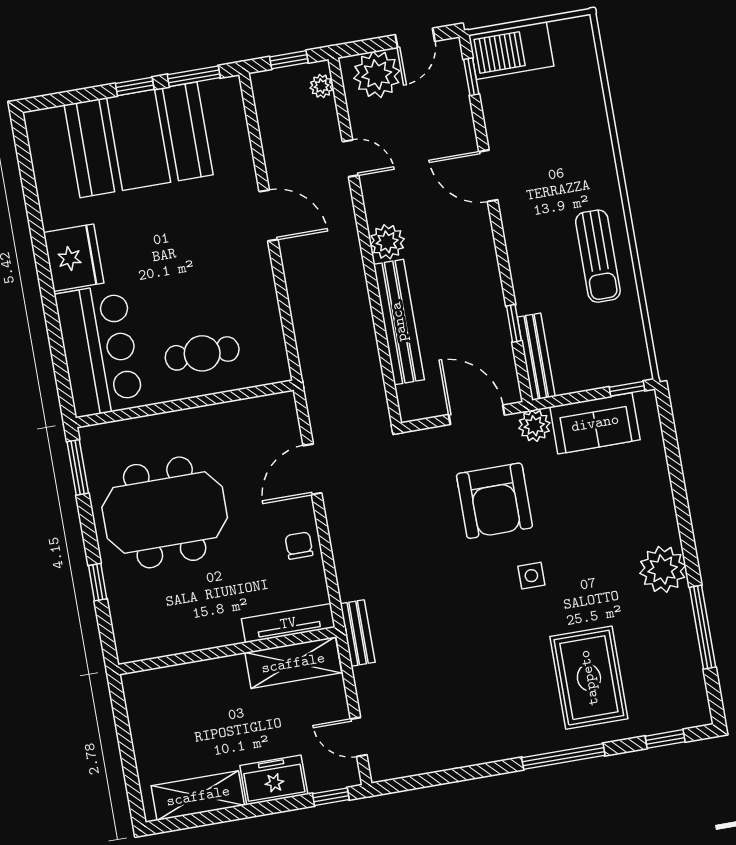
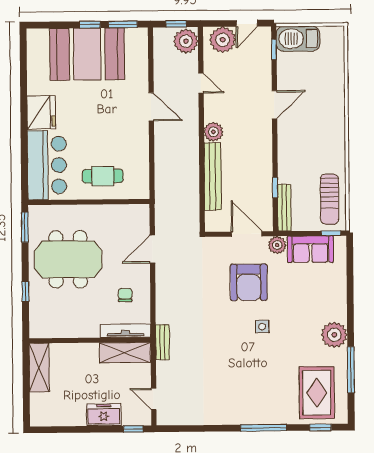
plant: (322, 86) -> (186, 41), width x1.88, depth x1.88
door: (488, 176) -> (274, 105), swing flipped
sun lounger: (598, 256) -> (330, 199), moved
chair: (299, 546) -> (125, 295), moved
rug: (589, 678) -> (317, 393), moved
shelving: (198, 796) -> (39, 368), moved, turned 90

